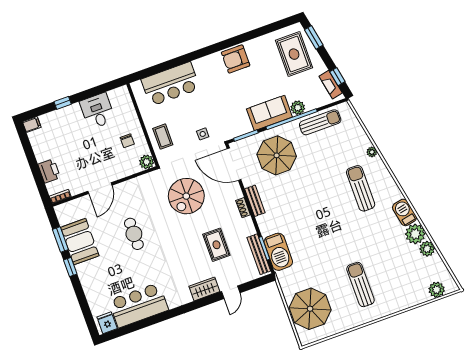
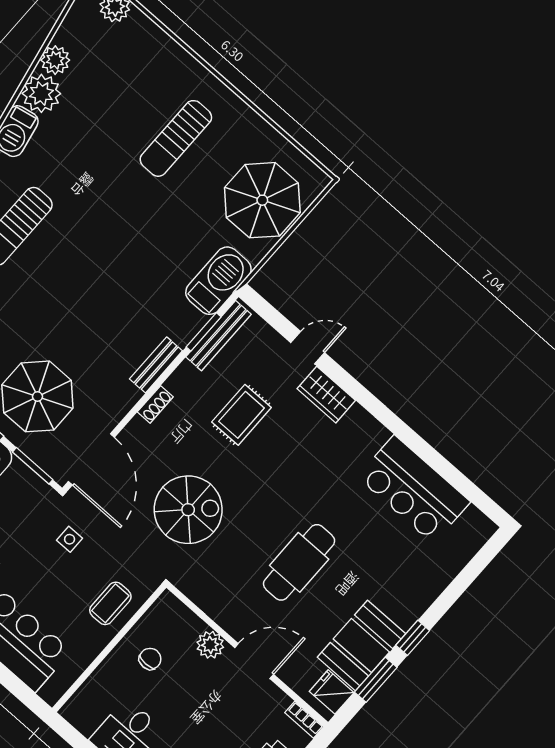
plant: (147, 162) -> (210, 645), moved
bench: (255, 201) -> (156, 365), moved
cafe table: (134, 234) -> (299, 562), width x1.37, depth x1.35
barbecue: (278, 252) -> (218, 281), moved
fridge: (107, 323) -> (332, 692), moved, turned 90

